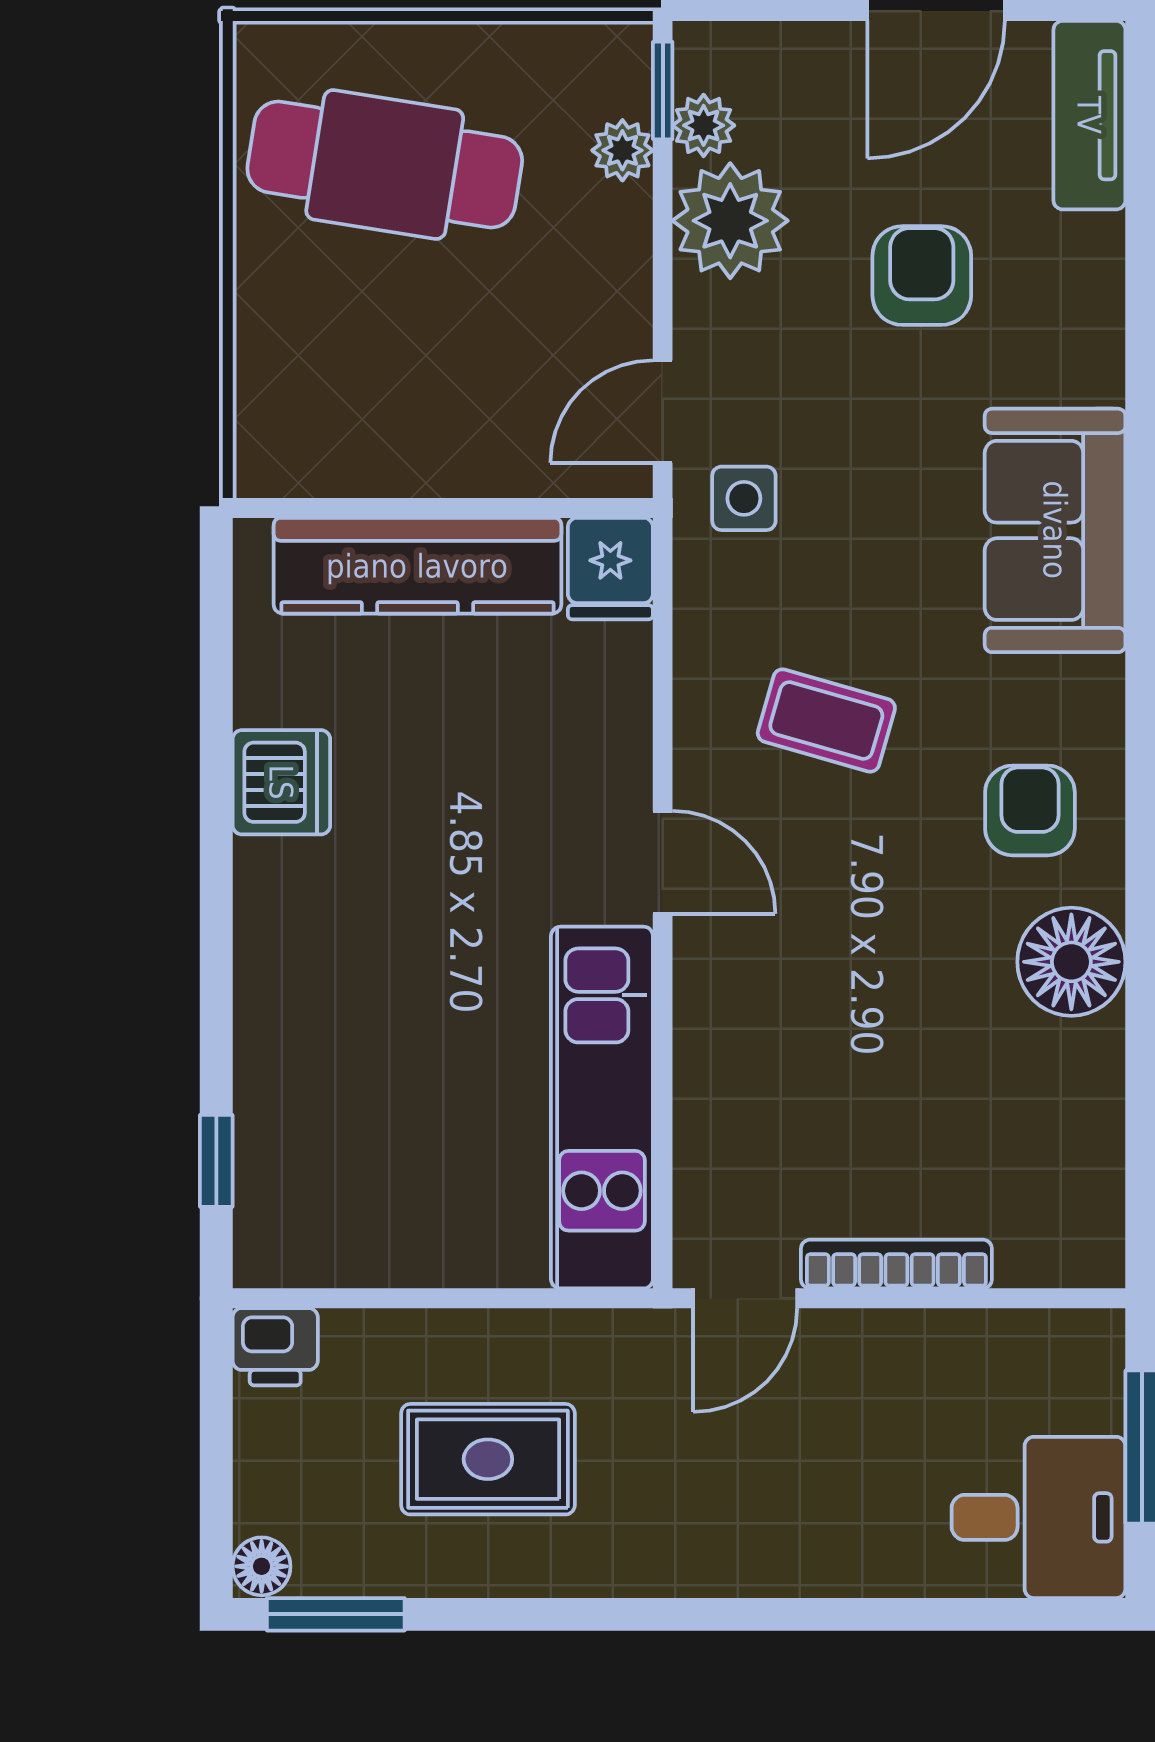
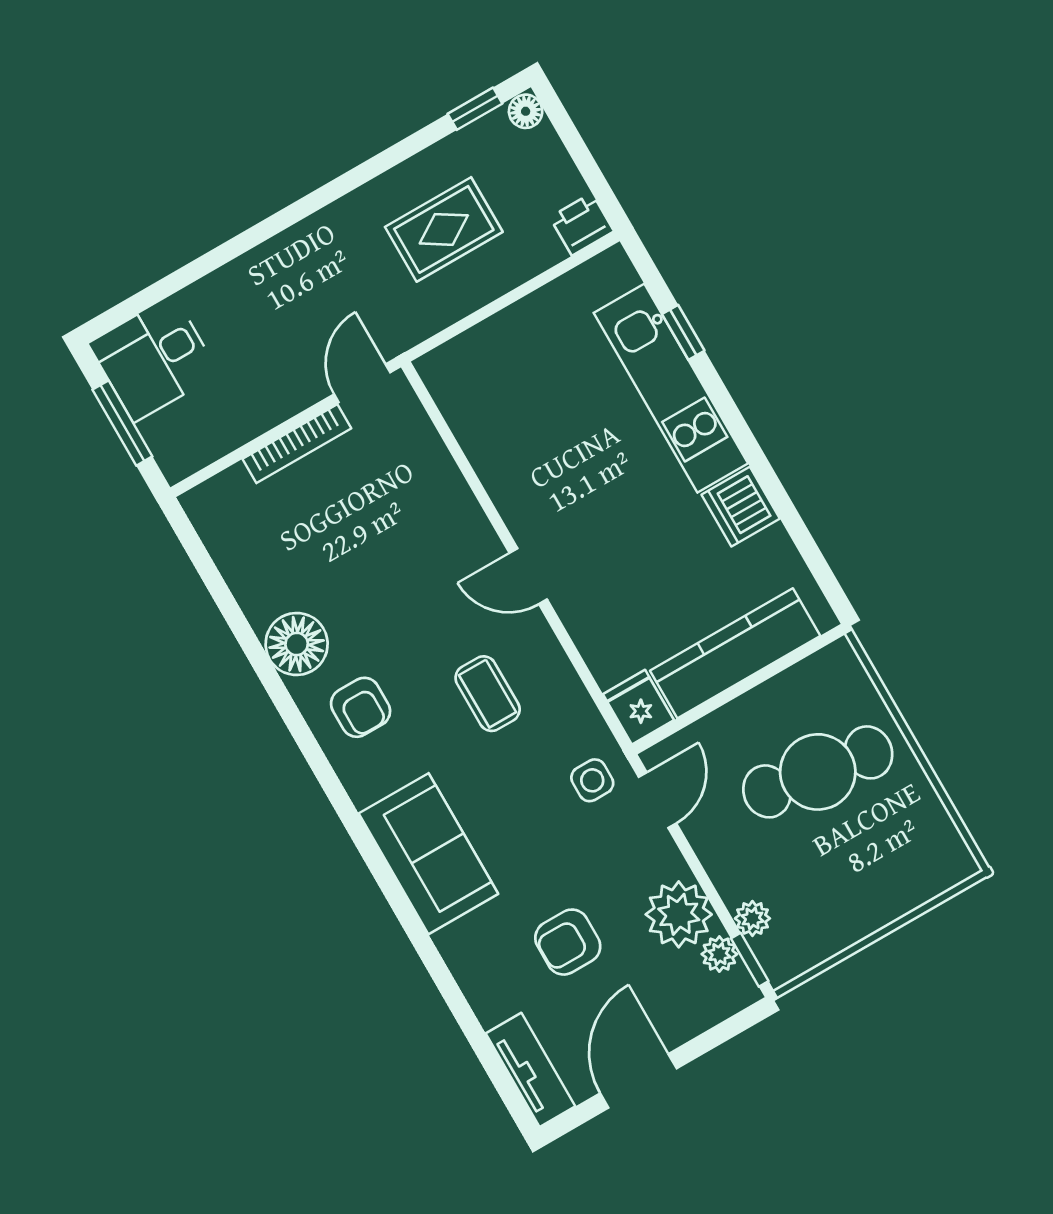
cafe table: (385, 164) -> (818, 772), moved
armchair: (922, 276) -> (568, 942), turned 90
coffee table: (826, 720) -> (488, 694), turned 74
kitchen unit: (602, 1108) -> (671, 388), moved, turned 180
window: (216, 1161) -> (683, 332), moved
window: (336, 1614) -> (475, 109), width x0.67

